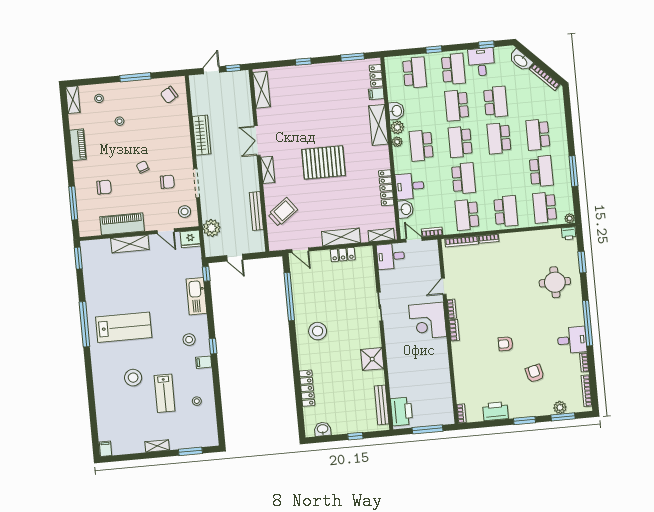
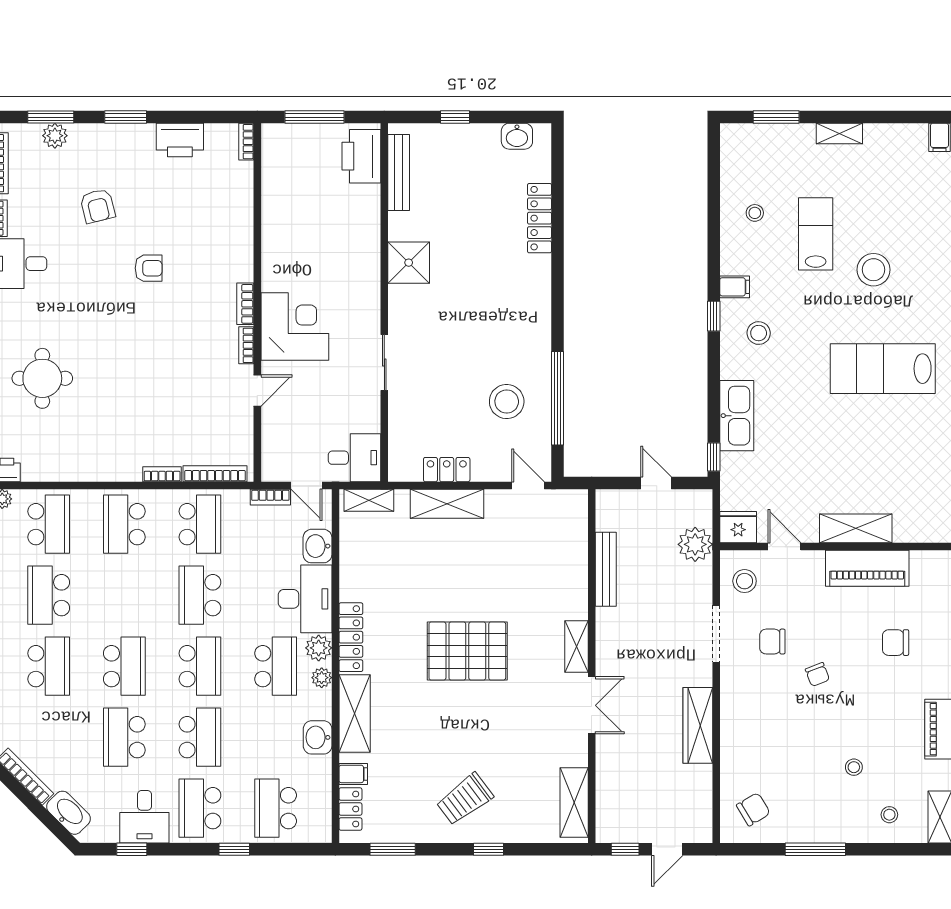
plant: (397, 127) -> (319, 648), moved
desk: (410, 186) -> (305, 599), width x1.37
locker: (386, 188) -> (351, 637), moved
trolley: (283, 212) -> (465, 799), moved
stool: (318, 331) -> (507, 402), moved

